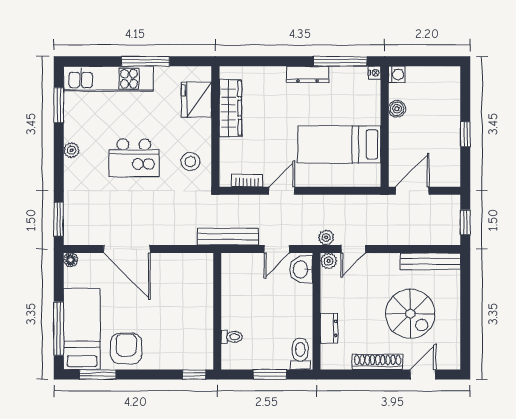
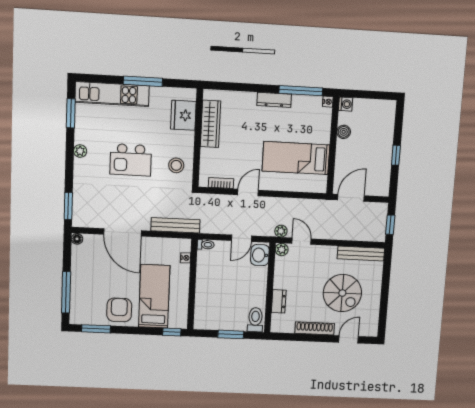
bench: (228, 237) -> (175, 225), moved
door: (353, 249) -> (302, 241), swing flipped
nightstand: (207, 278) -> (186, 258), added
bed: (82, 329) -> (154, 296), moved
toilet: (232, 337) -> (206, 245), moved

